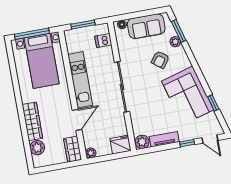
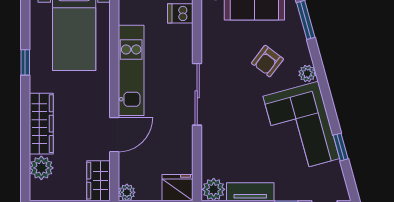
plant: (175, 42) -> (307, 73), moved
window: (16, 87) -> (25, 62), added
sliding door: (122, 87) -> (197, 94), width x0.73

